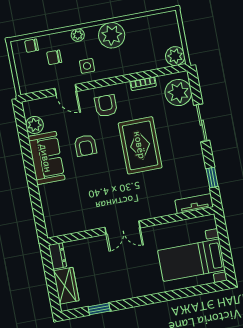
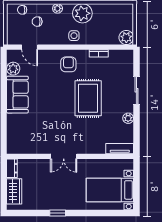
side table: (87, 66) -> (74, 36), moved
door: (66, 90) -> (30, 47), moved
plant: (178, 93) -> (128, 118), moved, width x0.53, depth x0.53
armchair: (85, 145) -> (48, 91), removed
window: (212, 178) -> (137, 132), removed
window: (99, 309) -> (58, 213), moved

